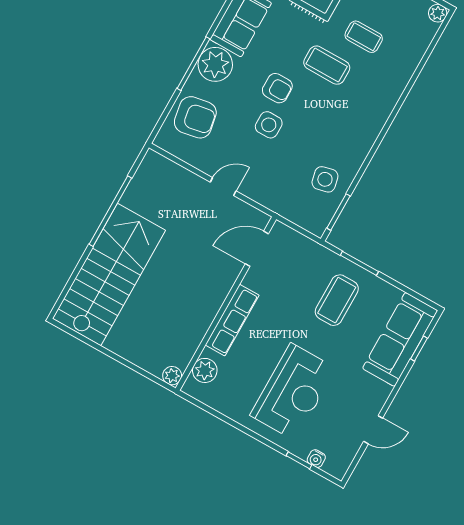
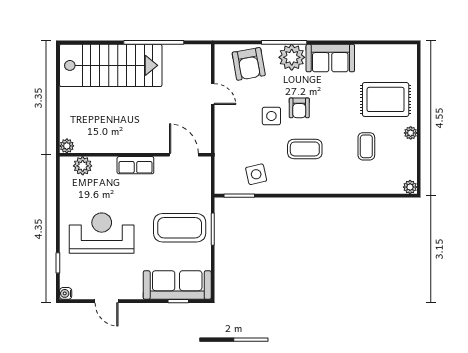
coffee table: (327, 65) -> (305, 149), moved, turned 90
door: (223, 187) -> (213, 94), moved
coffee table: (337, 300) -> (180, 228), width x1.36, depth x1.32
row of seats: (232, 320) -> (135, 165), width x0.68
reception desk: (293, 392) -> (102, 233), turned 180
water cooler: (316, 459) -> (66, 293), moved

